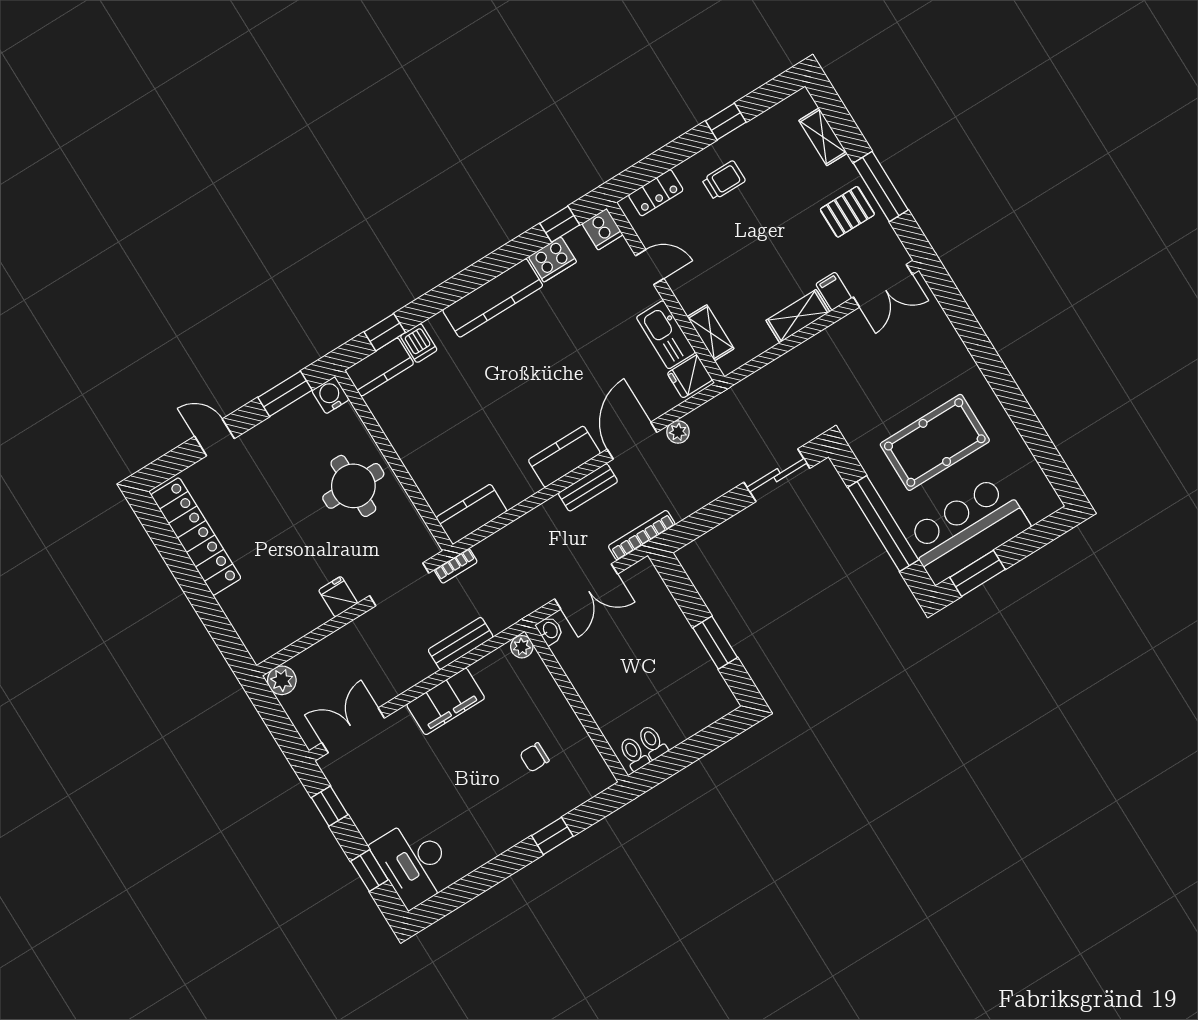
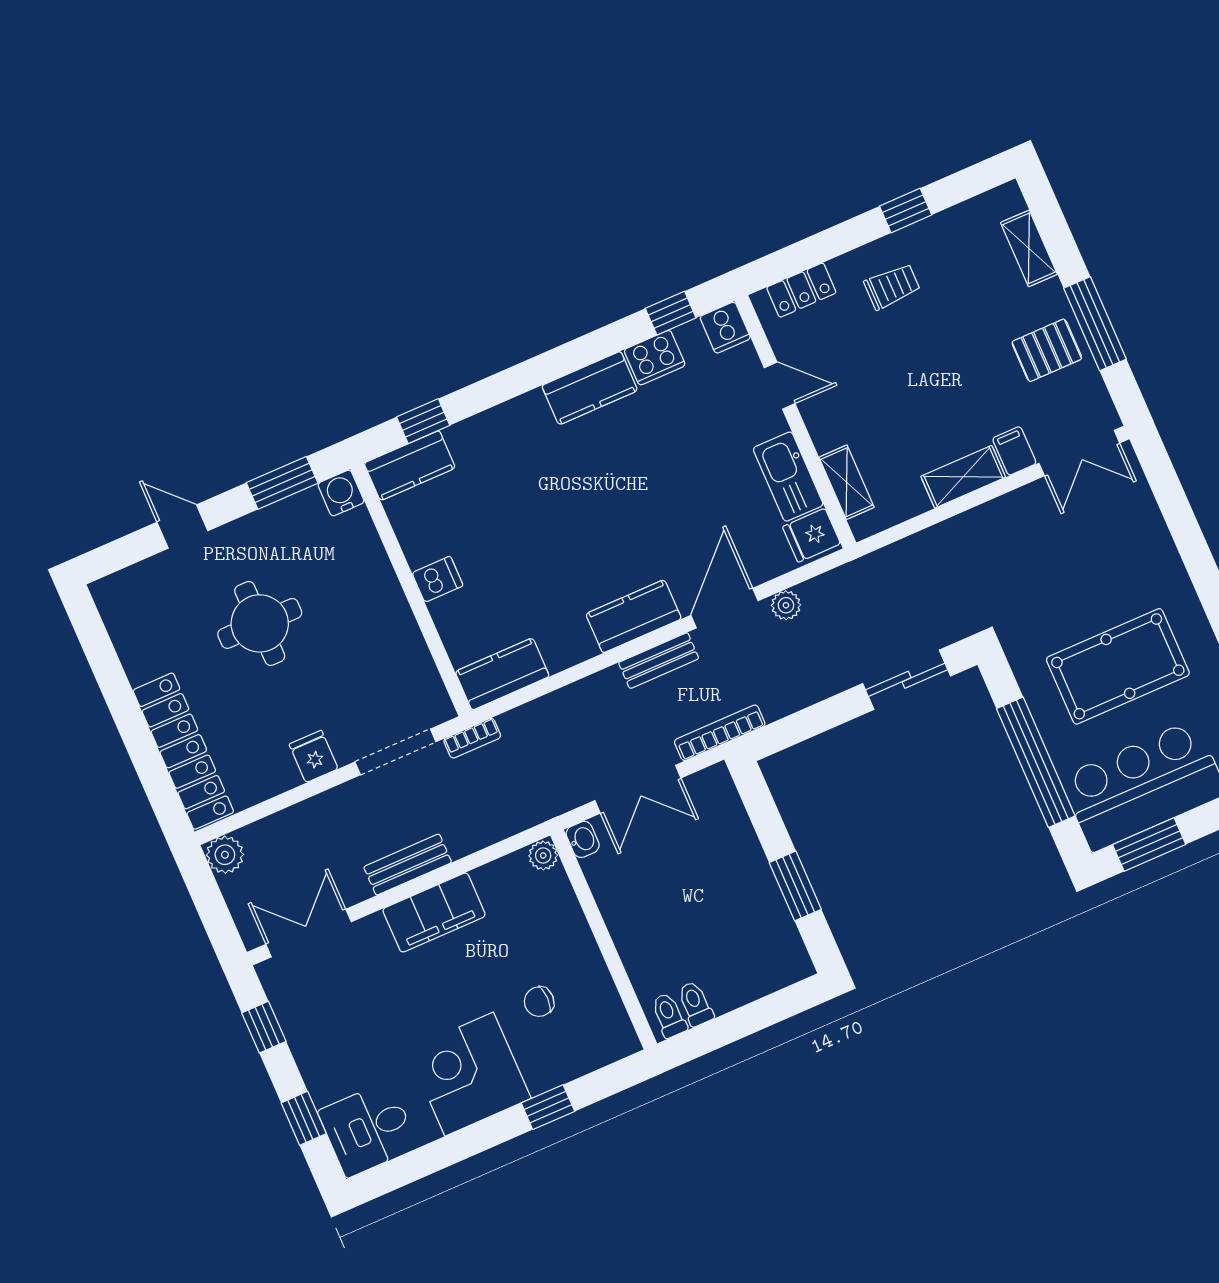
kitchen counter: (493, 298) -> (590, 388), width x0.67
dishwasher: (419, 343) -> (437, 579), moved, turned -90
round table: (353, 486) -> (260, 623), moved
locker: (196, 536) -> (183, 751), moved
bench: (461, 643) -> (408, 865), moved
corner desk: (489, 820) -> (469, 1074), added
desk: (414, 863) -> (368, 1129), width x0.73

